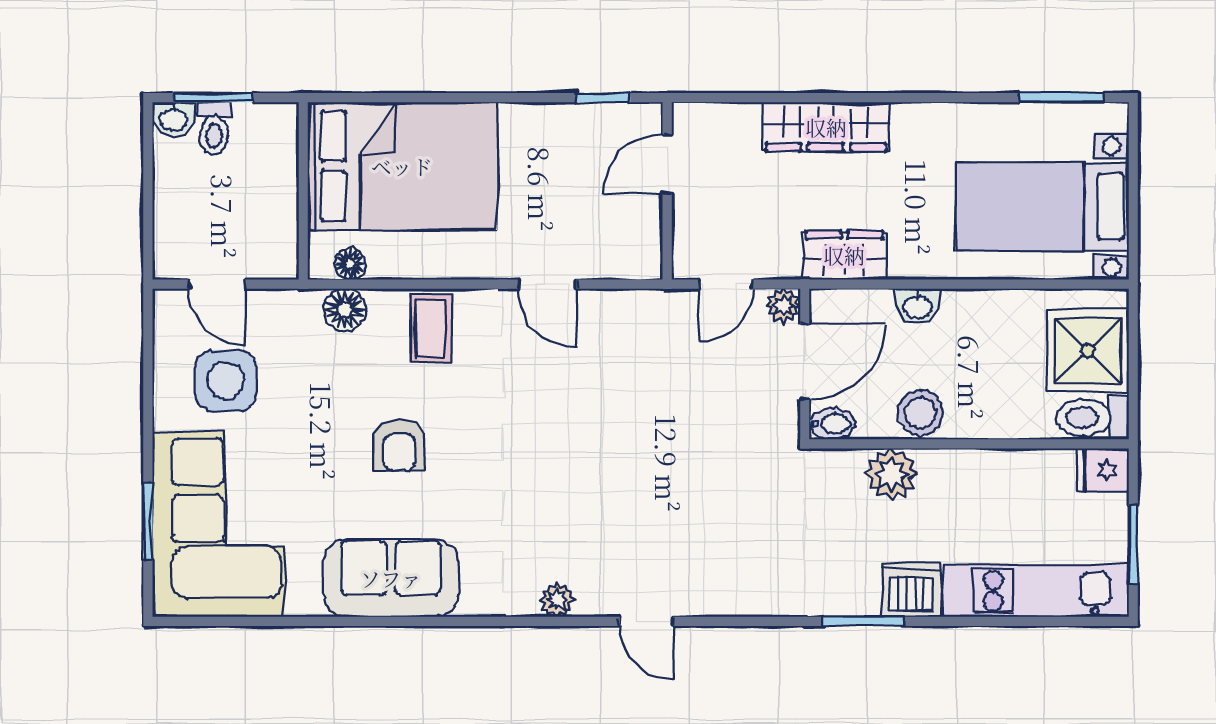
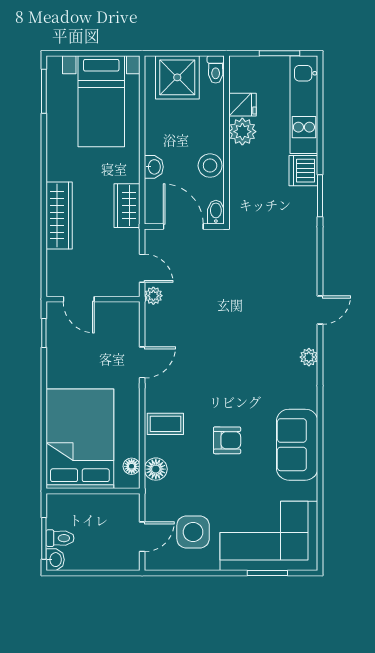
plant: (783, 305) -> (153, 296), moved
toilet: (1093, 417) -> (216, 69), width x0.73, depth x0.72
fridge: (1103, 470) -> (242, 105), moved, turned -90
plant: (891, 474) -> (242, 132), moved

